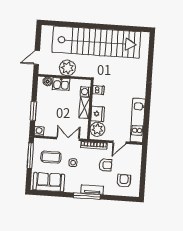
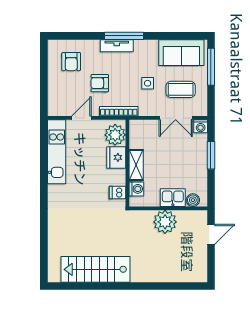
stairs: (96, 42) -> (96, 269), width x0.54, depth x0.66
double door: (68, 139) -> (176, 118), moved
window: (30, 156) -> (211, 67), moved

